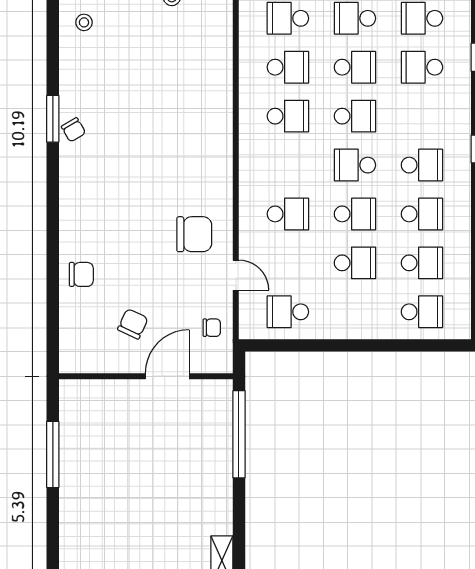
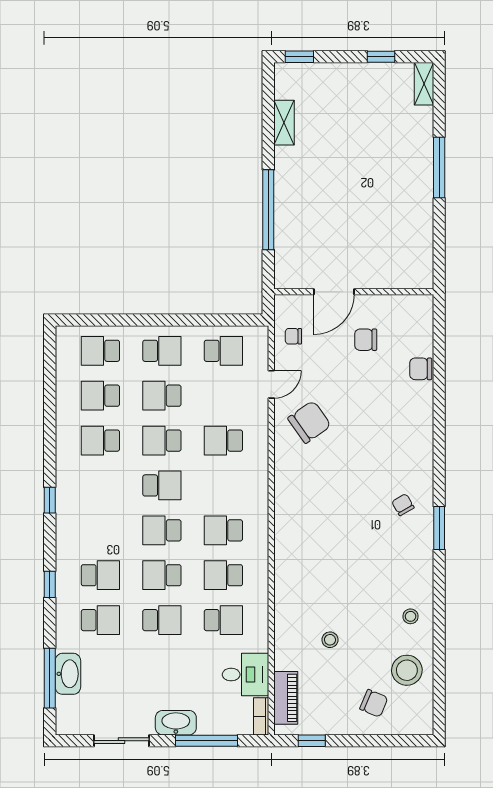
chair: (73, 130) -> (403, 505), moved
school desk: (422, 165) -> (162, 351), moved, turned 180
chair: (194, 234) -> (309, 422), turned 145
chair: (81, 274) -> (421, 369), moved
door: (236, 275) -> (271, 384), swing flipped
chair: (133, 324) -> (366, 340), turned 65
window: (239, 434) -> (268, 210), moved
window: (53, 455) -> (439, 167), moved

